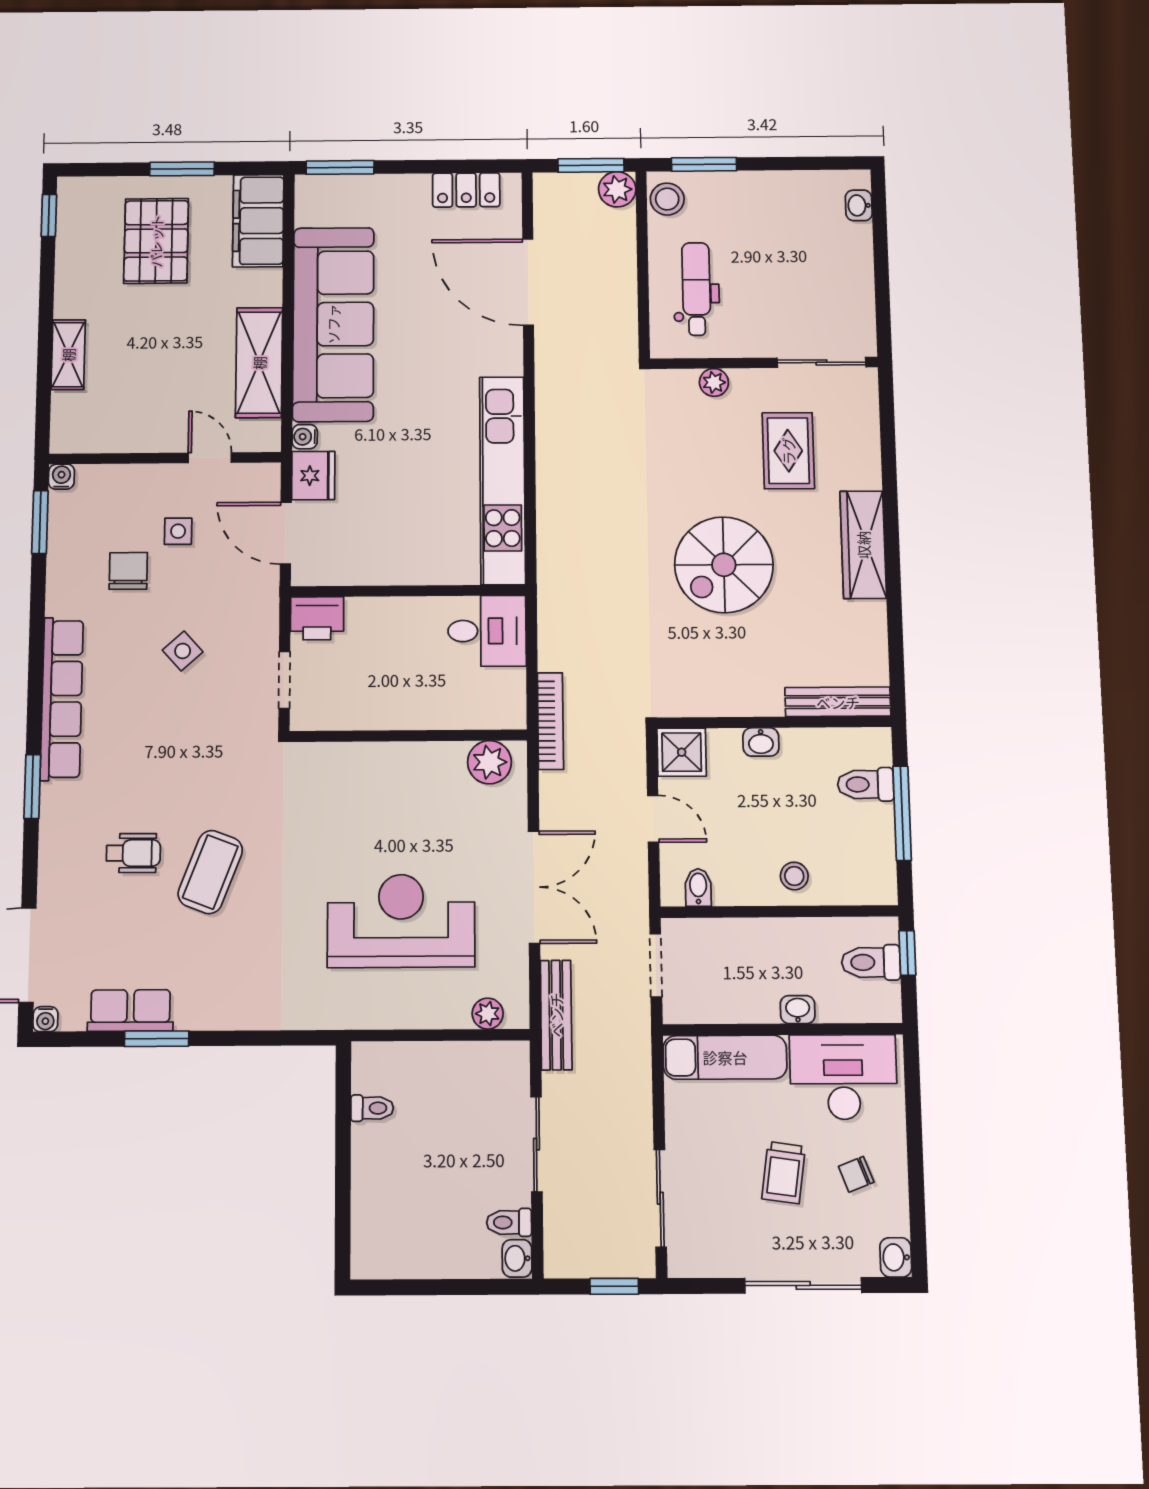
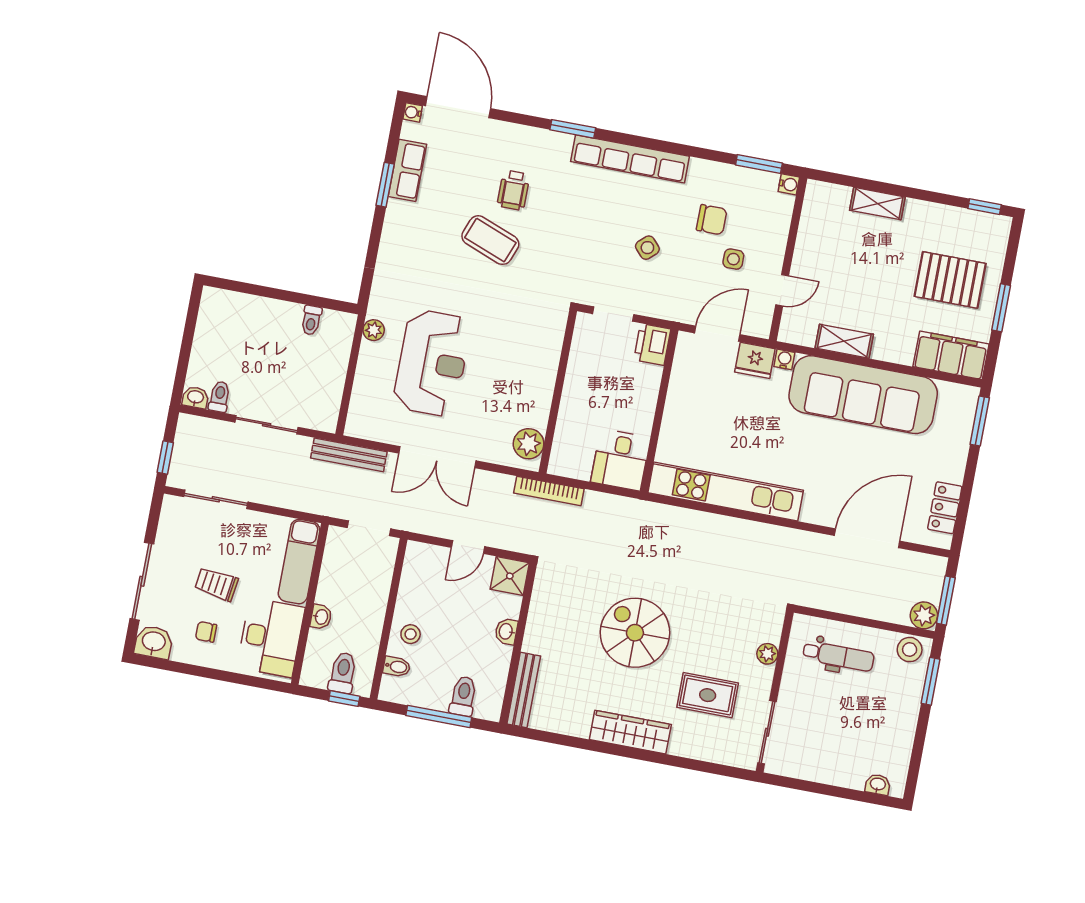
shelving: (259, 363) -> (844, 341), width x0.67, depth x0.75
bidet: (698, 888) -> (397, 667), moved
plant: (488, 1014) -> (374, 330), moved
chair: (856, 1174) -> (206, 632), turned -69
washbasin: (896, 1257) -> (154, 642), width x1.38, depth x1.45

